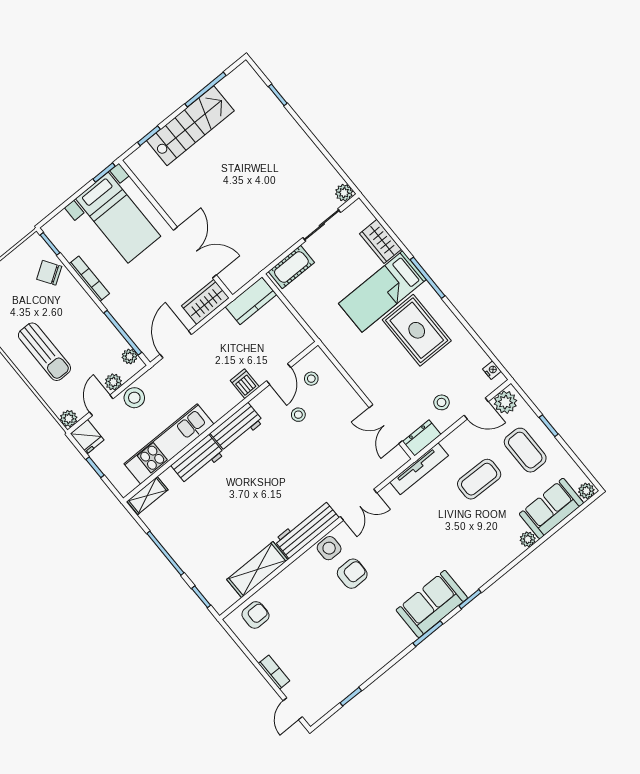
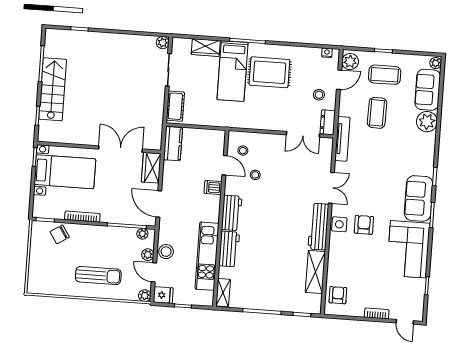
plant: (528, 539) -> (427, 122), width x1.88, depth x1.88
corner sofa: (370, 642) -> (408, 249), added

